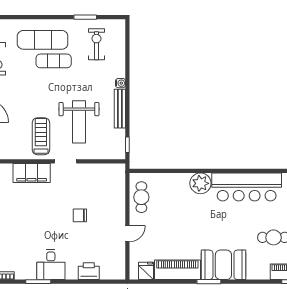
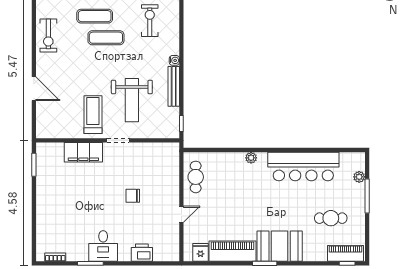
exercise mat: (43, 40) -> (95, 16), width x0.73, depth x0.69
plant: (200, 183) -> (251, 158), width x0.53, depth x0.53

